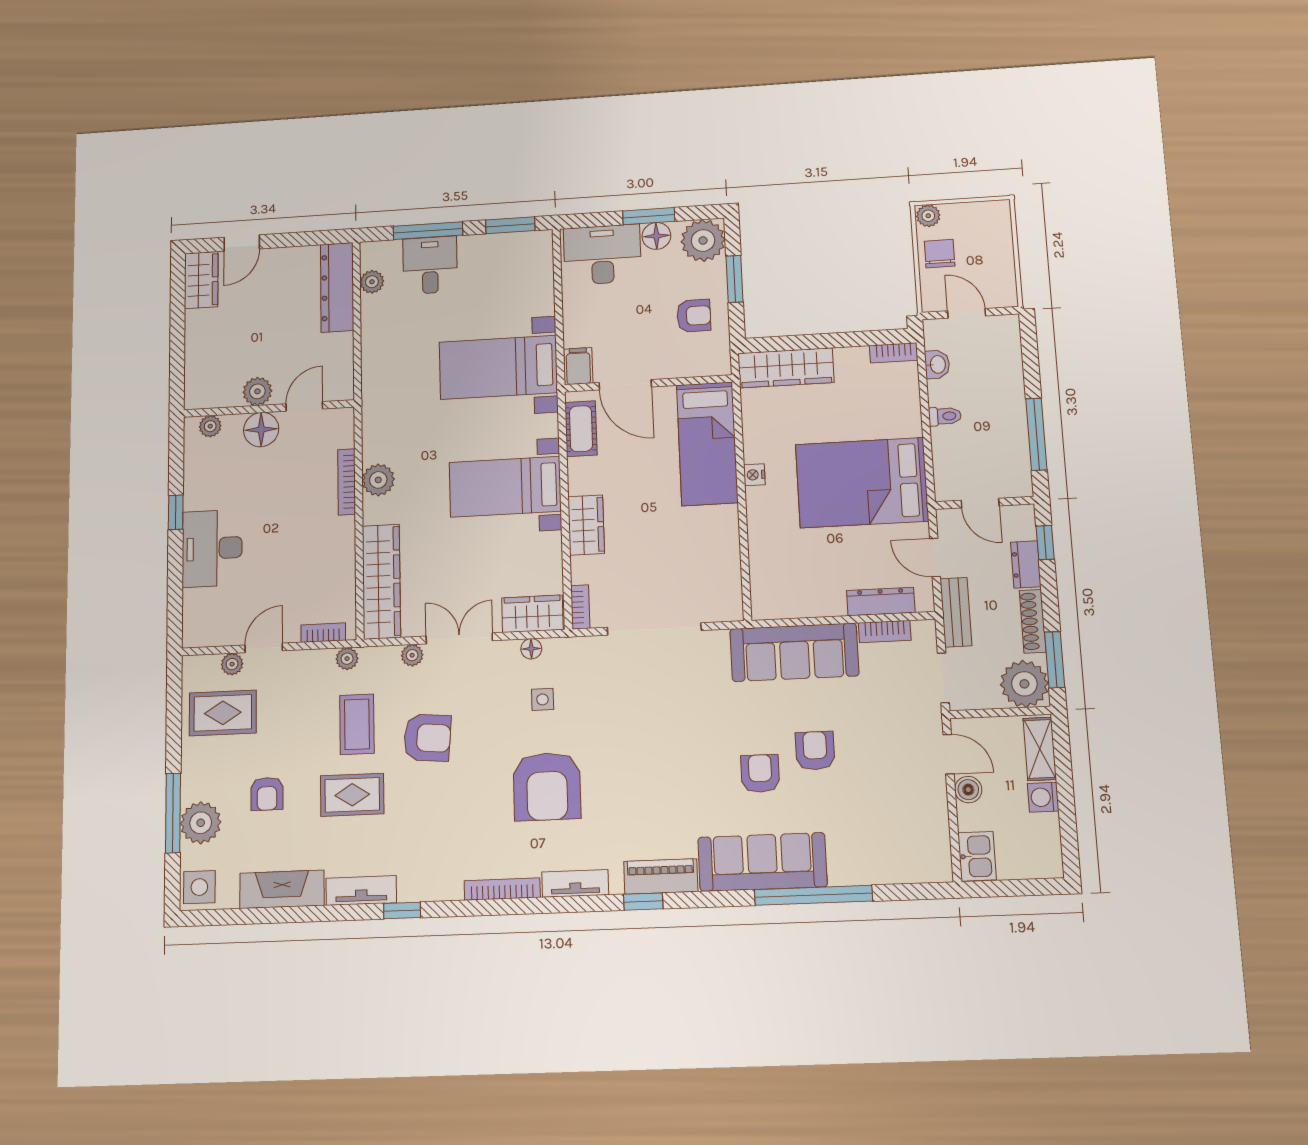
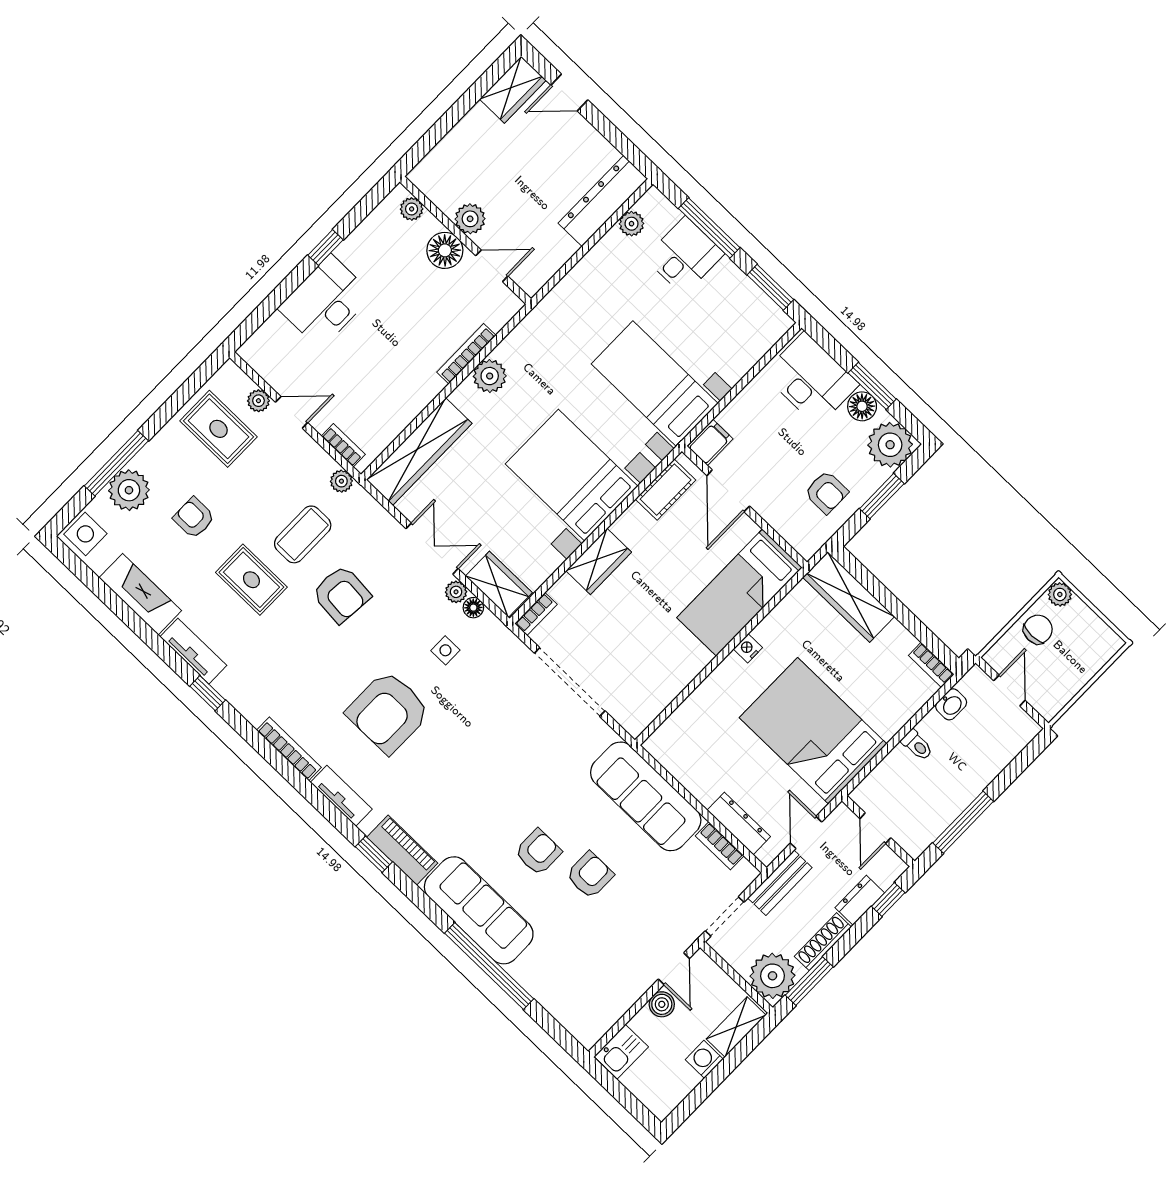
bed with nightstands: (505, 487) -> (572, 475), width x1.36
plant: (412, 655) -> (456, 592), moved
armchair: (267, 794) -> (194, 518), turned 90

